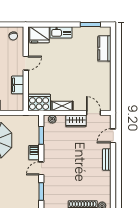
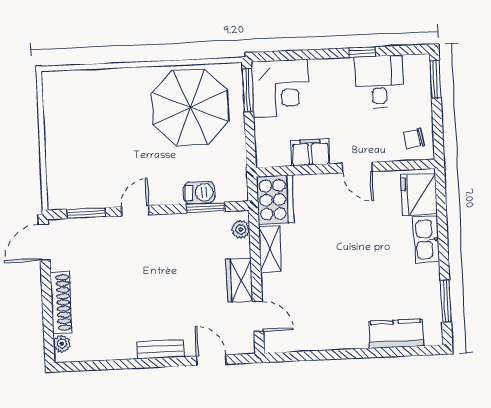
door: (93, 113) -> (258, 316), hinge flipped
barbecue: (34, 153) -> (199, 192), moved
door: (41, 168) -> (135, 211), hinge flipped

